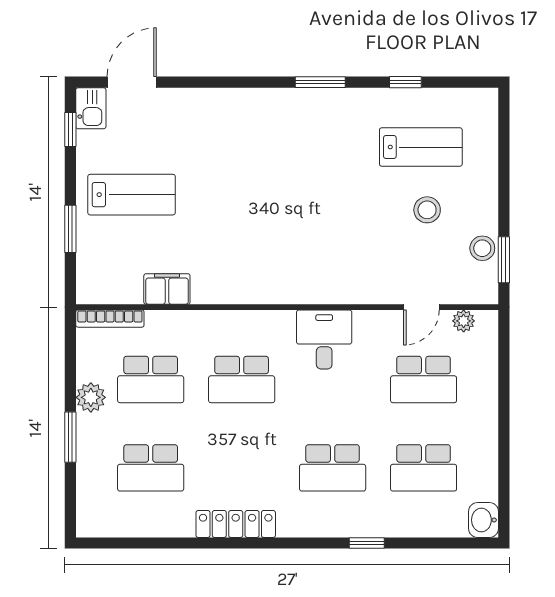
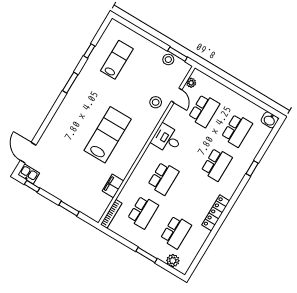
lab bench: (132, 195) -> (108, 135), moved, width x1.36, depth x1.39
stool: (427, 210) -> (156, 102), moved
plant: (91, 397) -> (173, 261), moved

